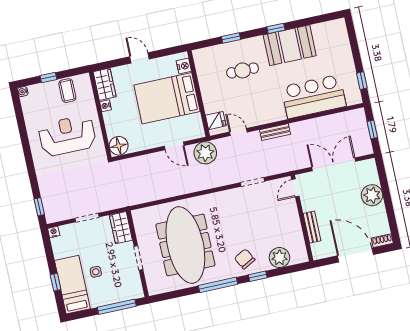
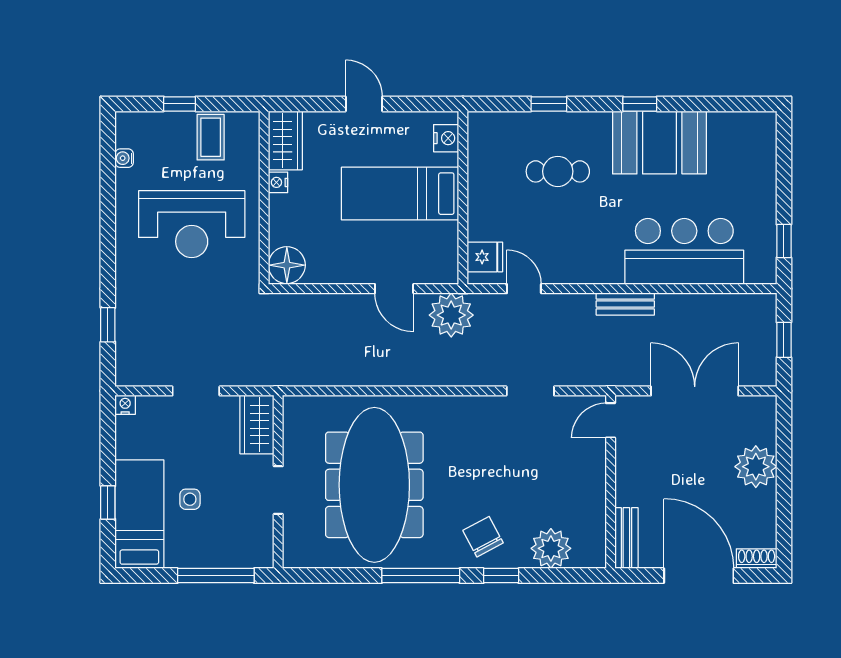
water cooler: (23, 92) -> (124, 158), moved
bed: (167, 98) -> (400, 194), width x0.67
bench: (275, 132) -> (625, 304), moved
reception desk: (67, 136) -> (192, 224), turned 180
window: (39, 207) -> (108, 325), moved
bench: (312, 227) -> (626, 538), moved

